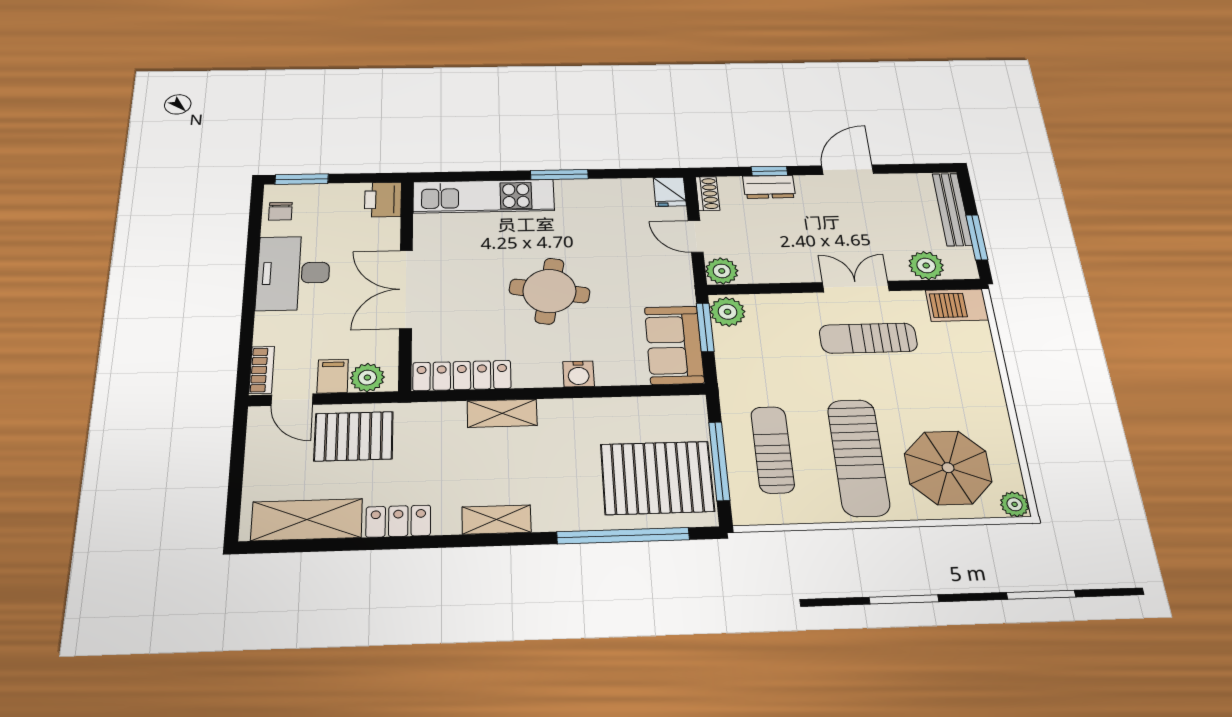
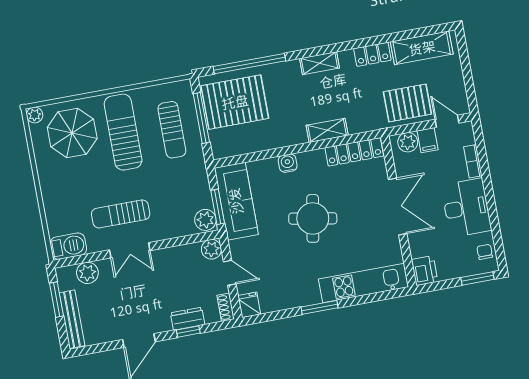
sun lounger: (868, 338) -> (121, 214), turned 180
sofa: (674, 345) -> (236, 201), width x1.36
bookcase: (262, 370) -> (473, 161), moved

